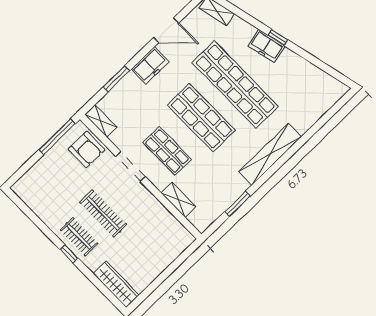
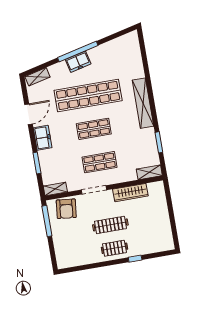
window: (278, 37) -> (78, 52), width x3.17
shop shelf: (201, 118) -> (94, 129), width x0.70, depth x0.74
armchair: (87, 149) -> (66, 209), turned 96
shelving: (178, 200) -> (149, 172), moved
window: (69, 254) -> (135, 259), moved
wardrobe: (116, 284) -> (130, 193), moved, turned 180

